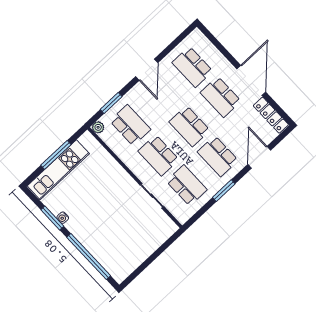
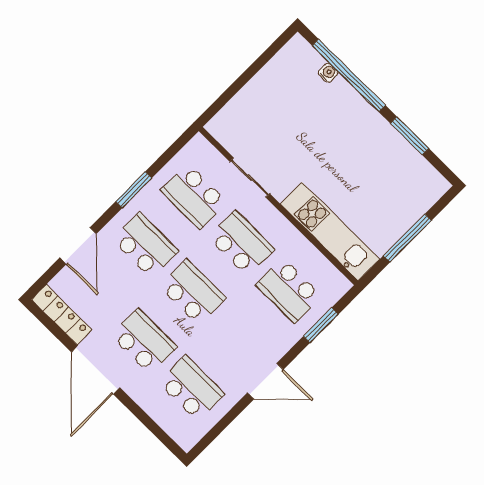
door: (147, 70) -> (265, 381), swing flipped
plant: (98, 127) -> (341, 285), removed
kitchen unit: (58, 170) -> (330, 232), moved, turned 90
water cooler: (63, 218) -> (328, 73), moved

